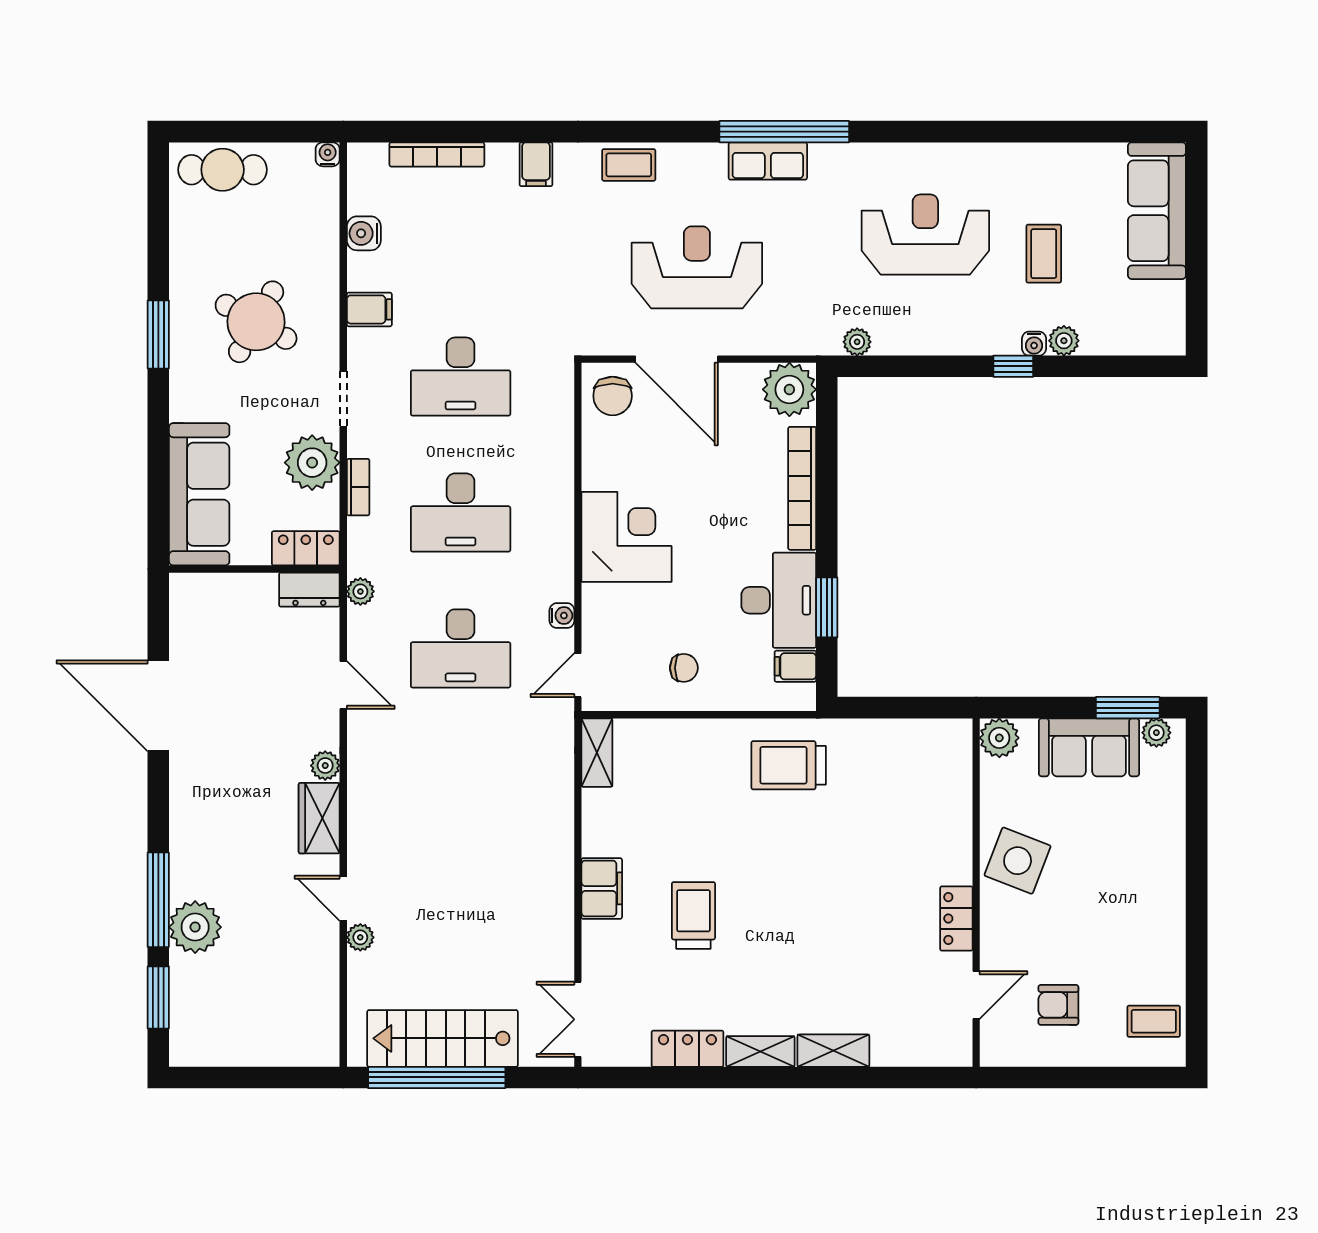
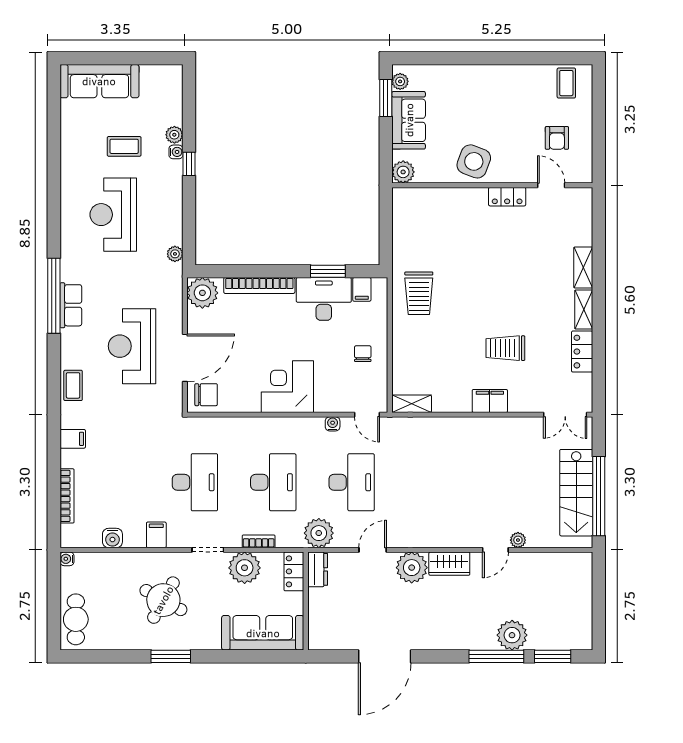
plant: (360, 591) -> (319, 533), width x1.88, depth x1.88
plant: (325, 766) -> (412, 568), width x1.87, depth x1.87

